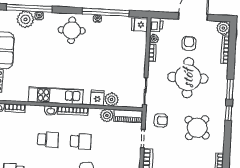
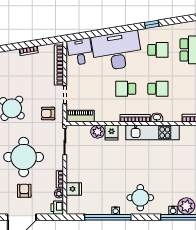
fridge: (140, 25) -> (74, 189), moved
armchair: (189, 43) -> (24, 191), turned 180
plant: (107, 115) -> (101, 116), removed
school desk: (48, 140) -> (158, 89), turned 180

